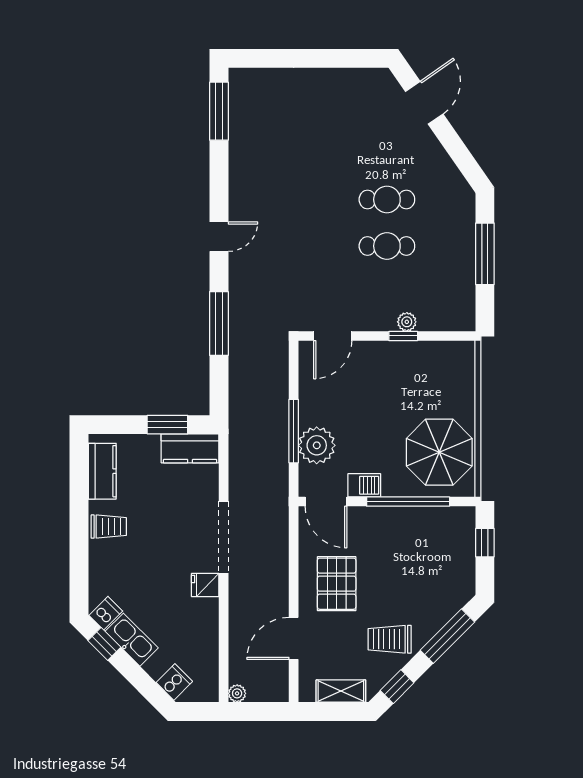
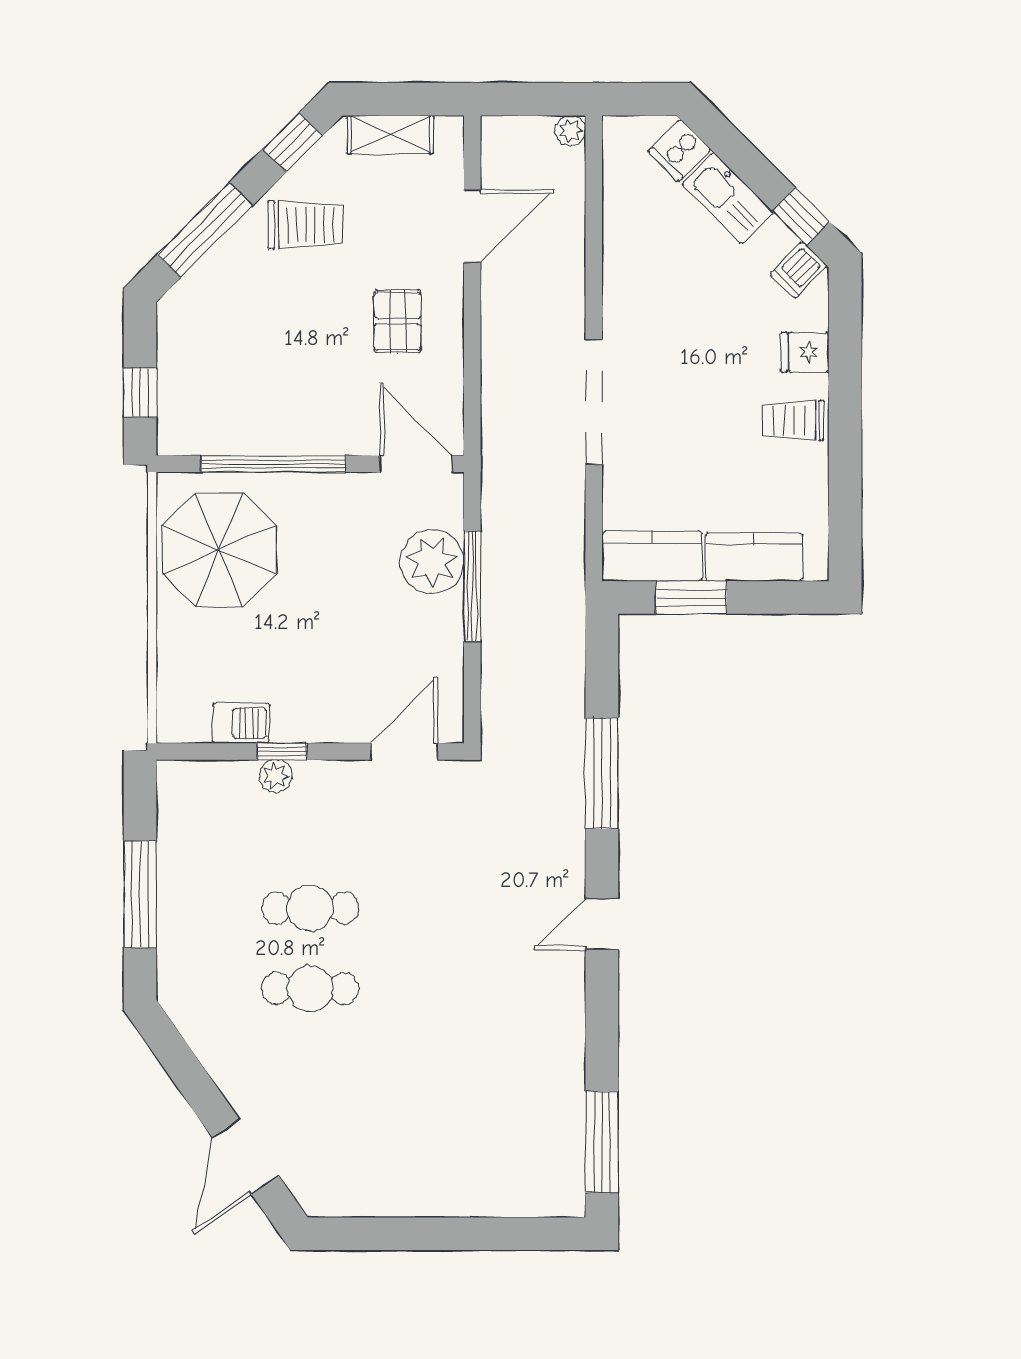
kitchen counter: (102, 471) -> (754, 557), moved, turned 90
barbecue: (364, 485) -> (241, 723), moved, turned 180
pallet: (337, 584) -> (398, 321), width x0.67, depth x0.71
fridge: (205, 585) -> (805, 352), moved, turned 180
kitchen sink: (132, 640) -> (728, 198), moved

